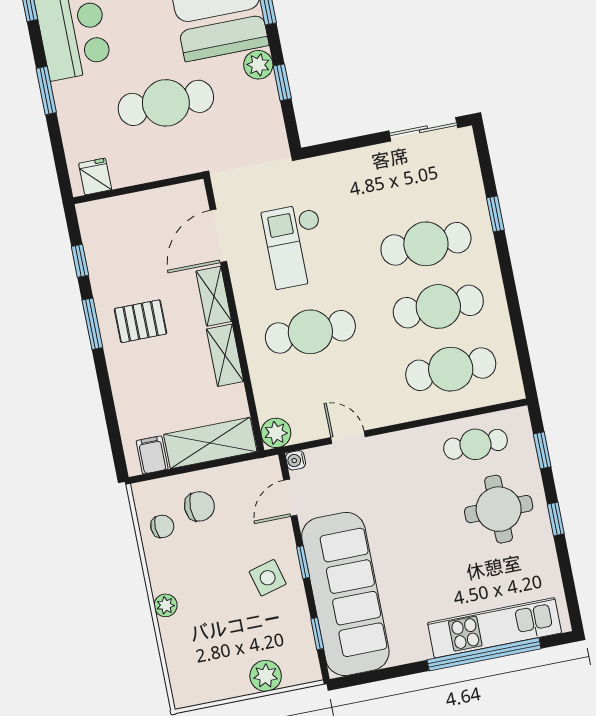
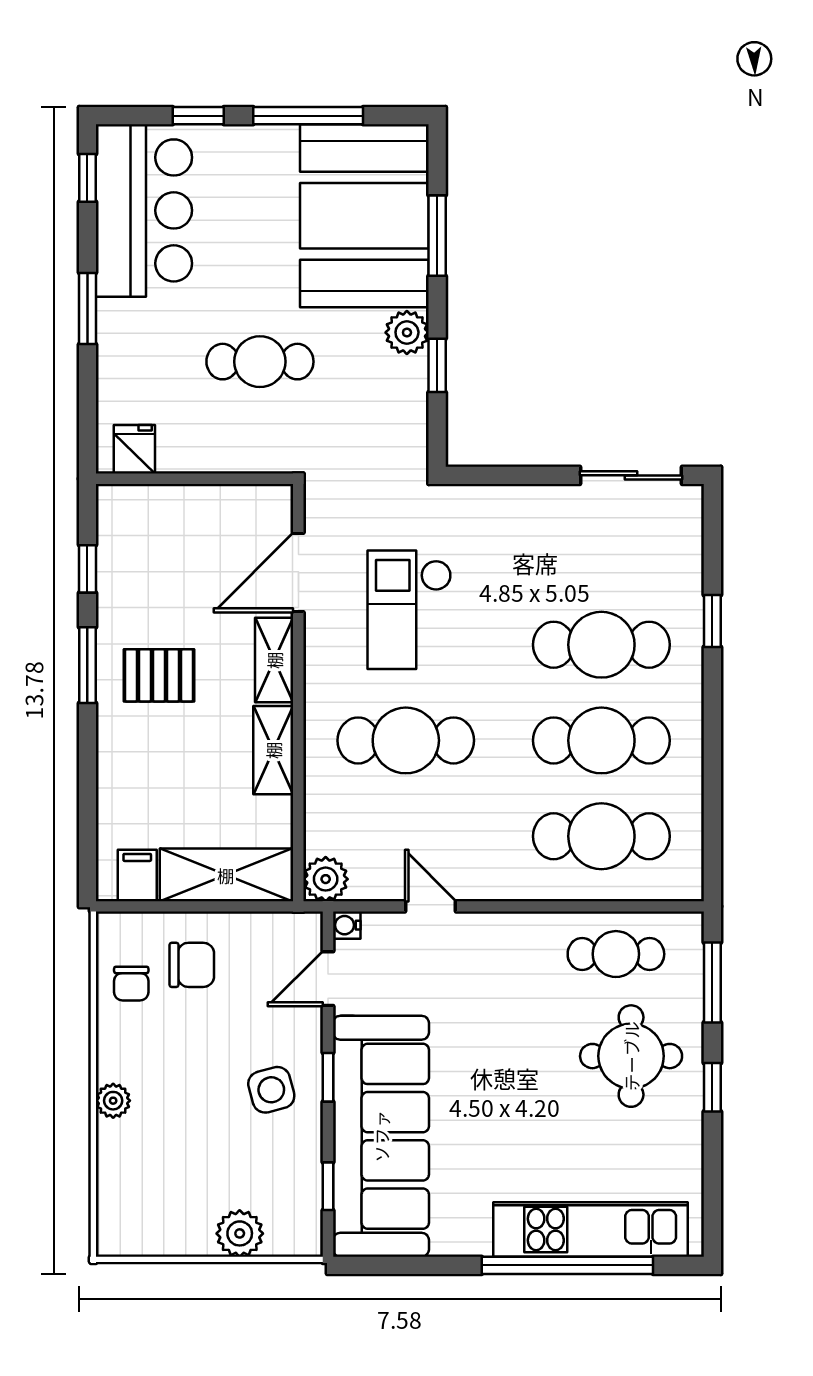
cafe table: (166, 103) -> (260, 362), width x0.73, depth x0.74
window: (542, 450) -> (712, 982), width x1.50
chair: (162, 526) -> (131, 984), turned 92

